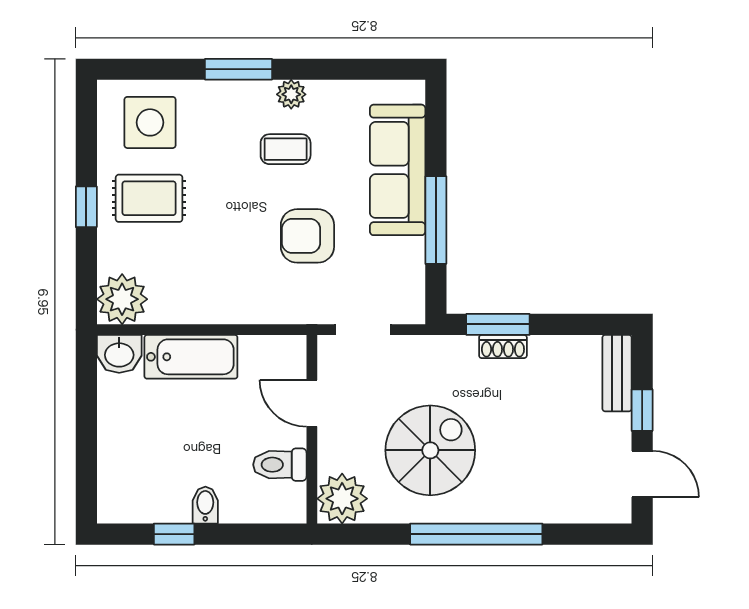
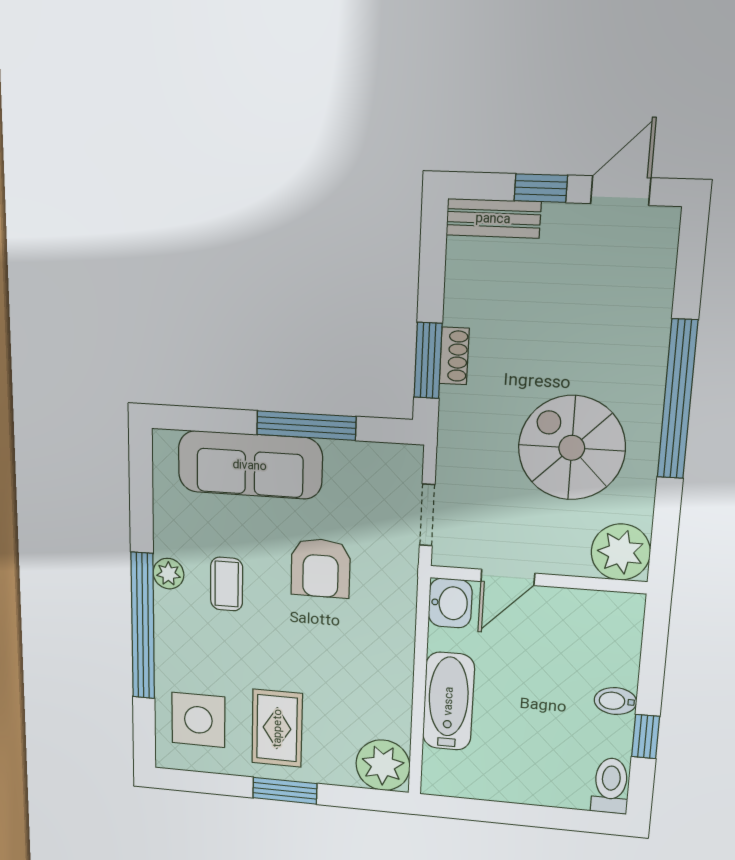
window: (238, 69) -> (143, 626), width x2.11
window: (86, 207) -> (285, 791), width x1.50
washbasin: (119, 354) -> (450, 603), moved
toilet: (280, 465) -> (611, 786), moved, turned 180

